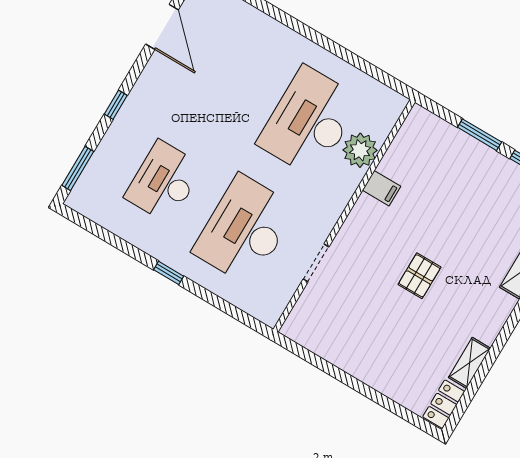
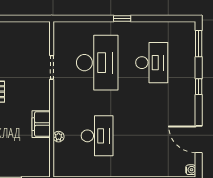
desk: (309, 121) -> (97, 136), width x0.73, depth x0.77
plant: (360, 150) -> (58, 137), width x0.53, depth x0.53
filing cabinet: (382, 188) -> (41, 124), width x2.00

